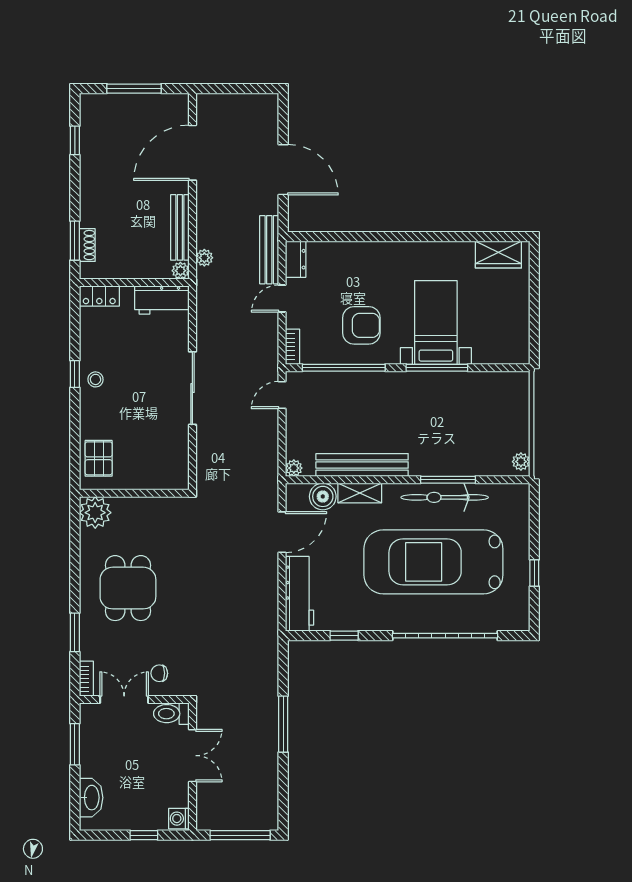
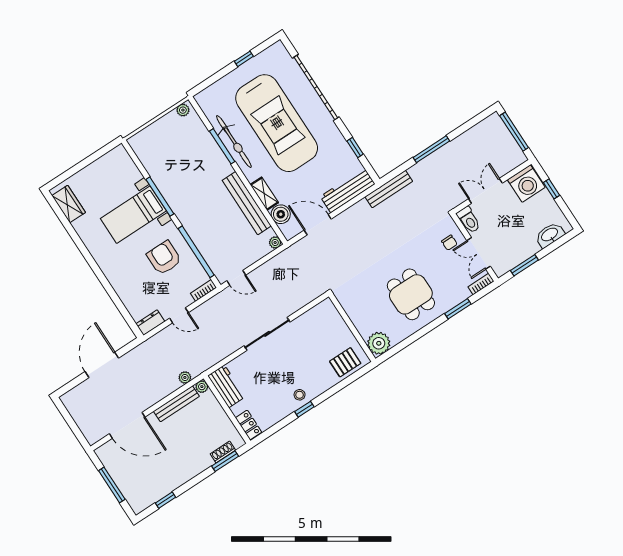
bench: (269, 250) -> (389, 189), moved
dining table: (128, 588) -> (411, 294), turned 90
washing machine: (179, 819) -> (526, 183), width x1.89, depth x1.89

